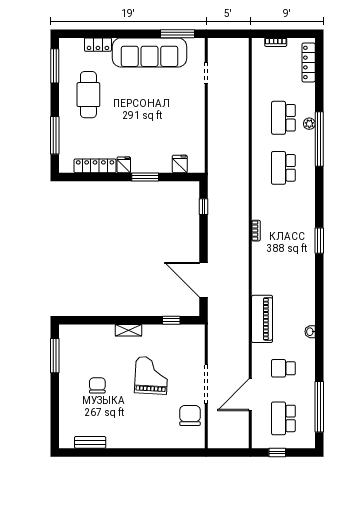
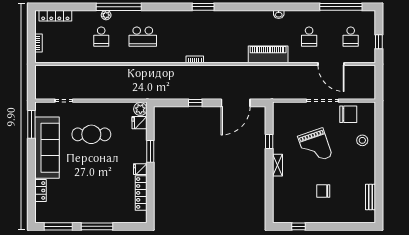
cafe table: (88, 95) -> (91, 134), moved
school desk: (283, 118) -> (101, 37), width x0.54
window: (55, 135) -> (97, 226), moved
plant: (196, 165) -> (140, 109), added
window: (204, 207) -> (195, 103), moved
window: (171, 320) -> (269, 141), moved
window: (55, 356) -> (299, 226), width x0.46
grand piano: (151, 375) -> (315, 146), turned -112
chair: (190, 415) -> (348, 114), turned 180
school desk: (283, 418) -> (351, 37), width x0.54
stool: (158, 432) -> (362, 140), added

